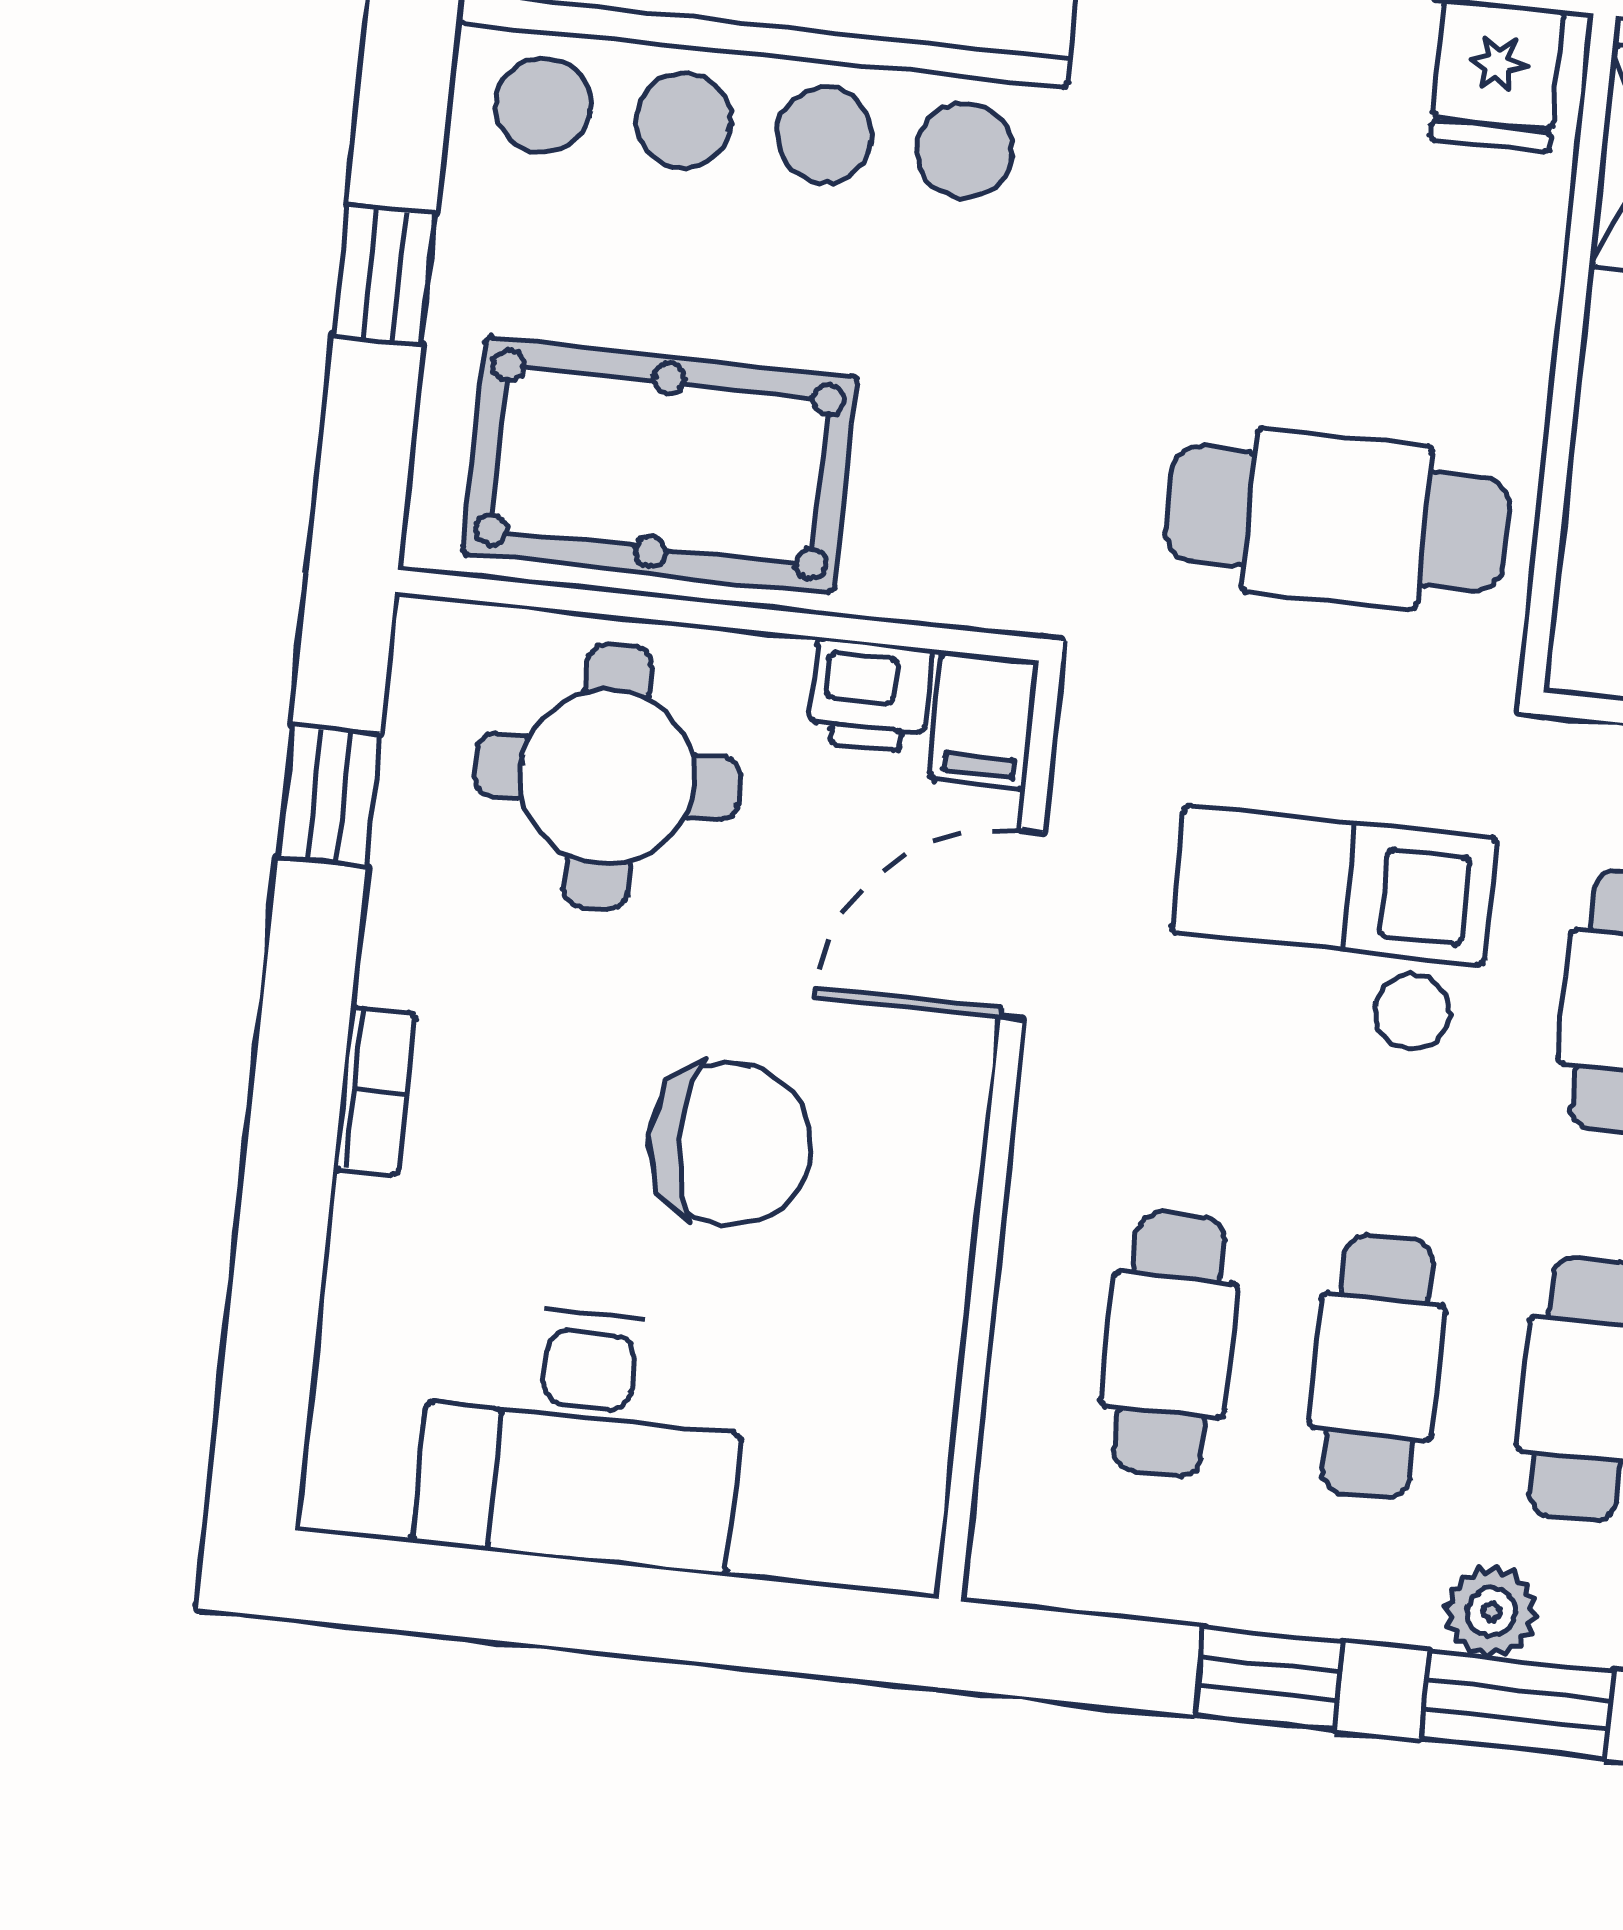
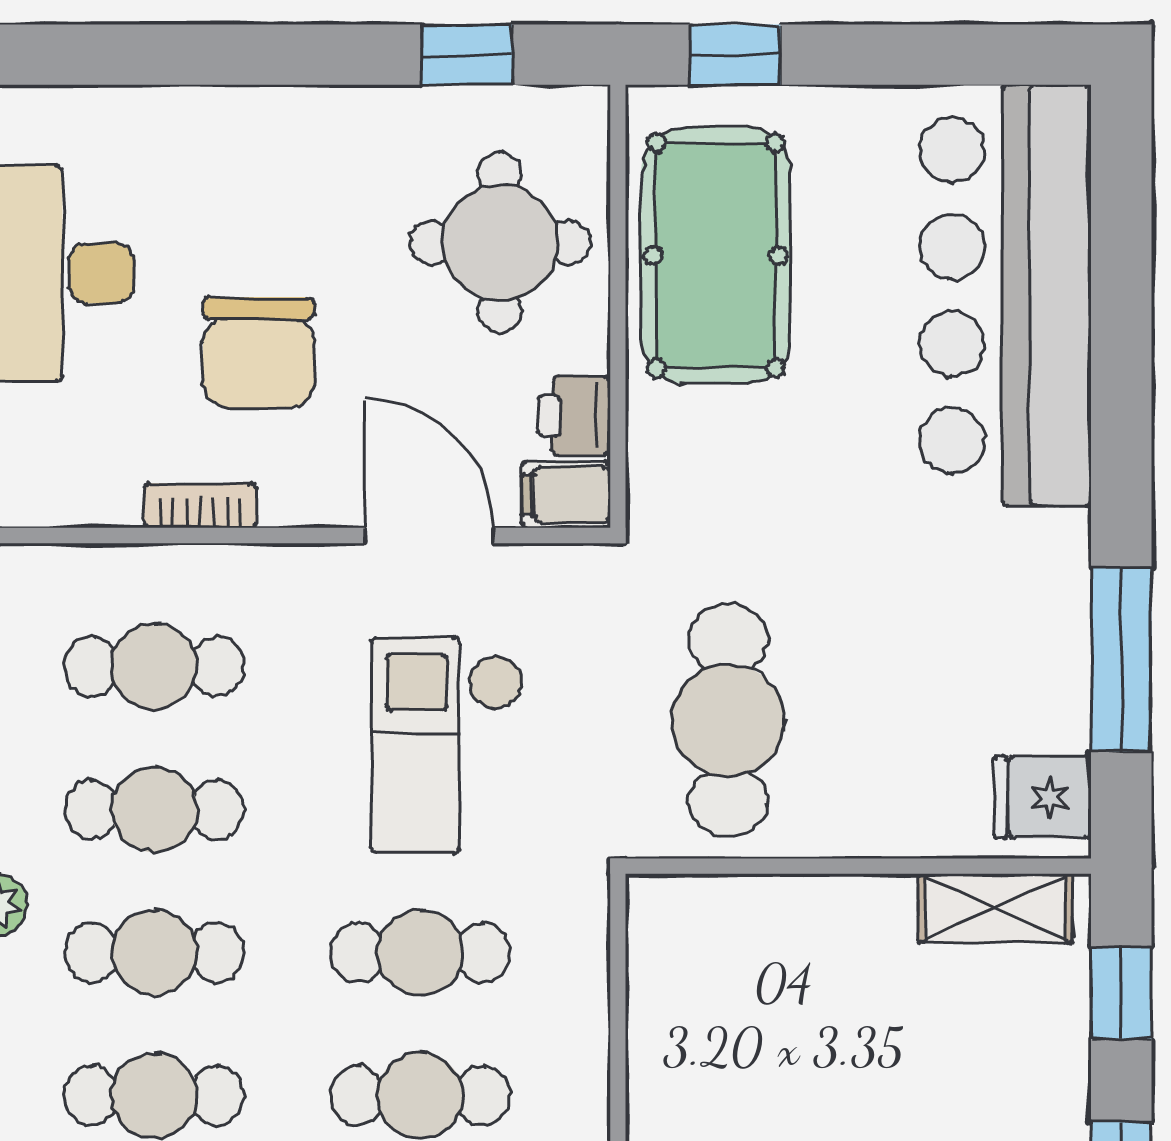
window: (385, 275) -> (735, 55), moved
checkout: (1329, 931) -> (447, 745), turned 180
bookcase: (375, 1091) -> (200, 506), moved, turned 180

